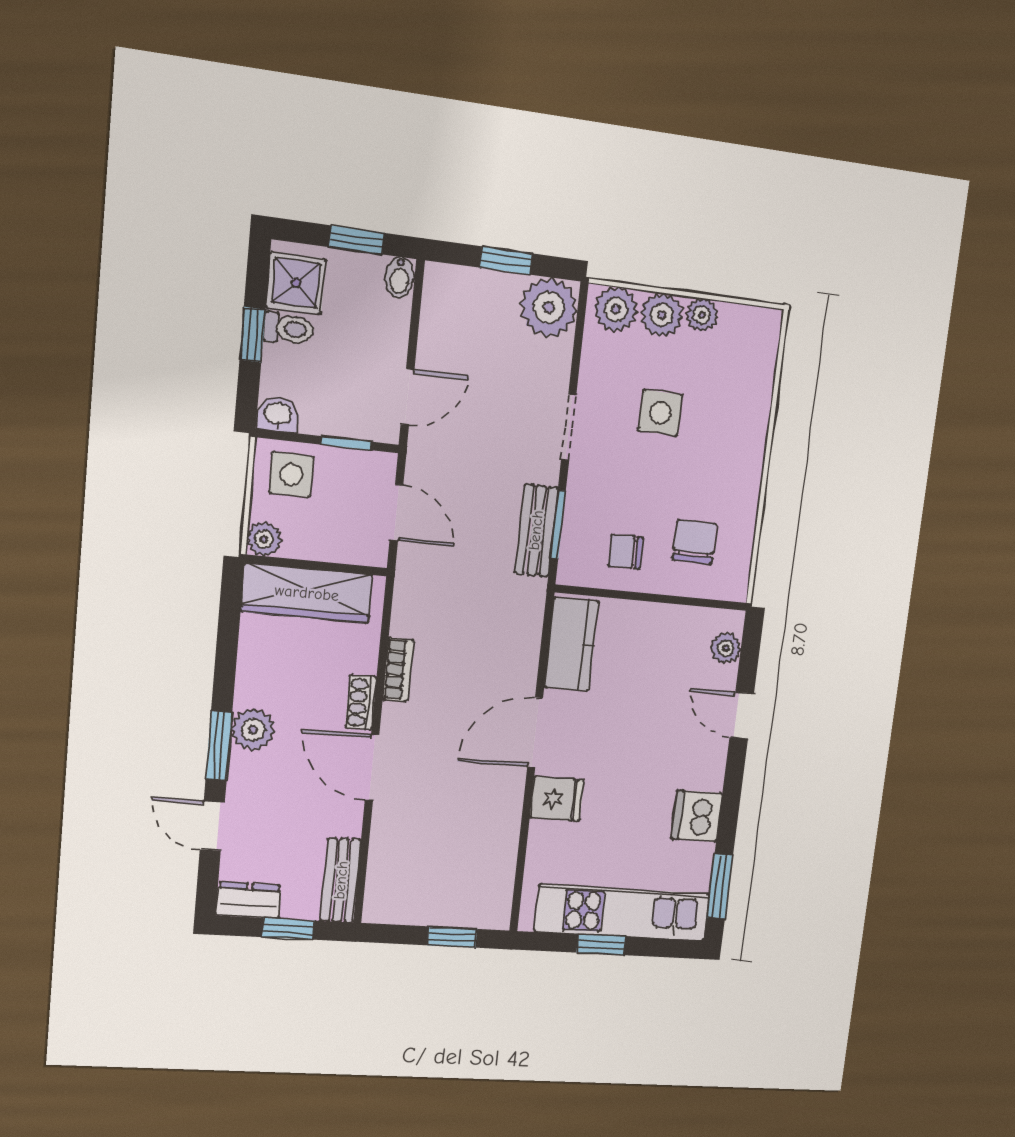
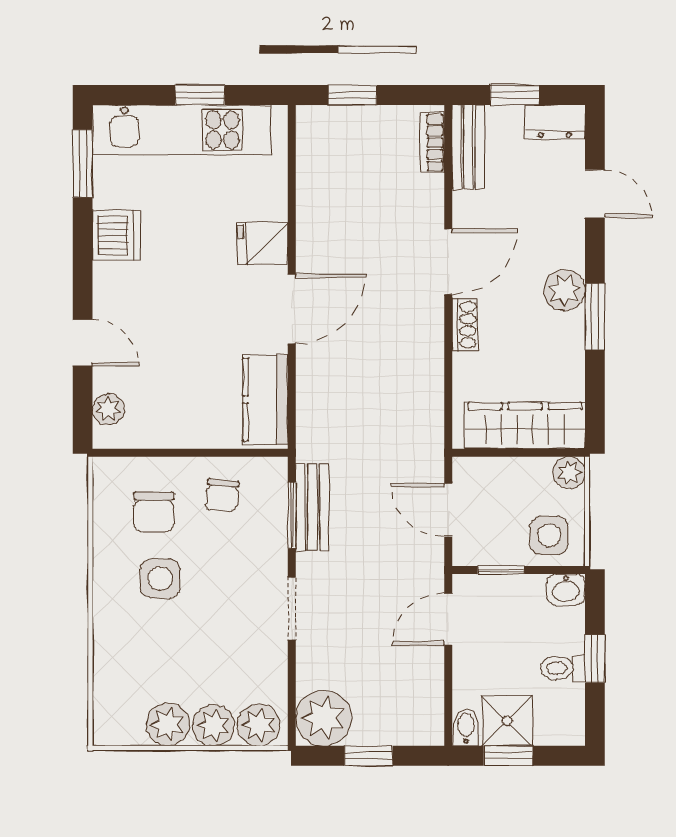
shower: (296, 283) -> (507, 721), moved
plant: (702, 315) -> (168, 724), width x1.38, depth x1.38
side table: (660, 413) -> (160, 579), moved
chair: (625, 552) -> (222, 495), turned 96
bookcase: (398, 670) -> (432, 143), moved
window: (219, 746) -> (595, 316), moved
door: (372, 768) -> (448, 262), hinge flipped

